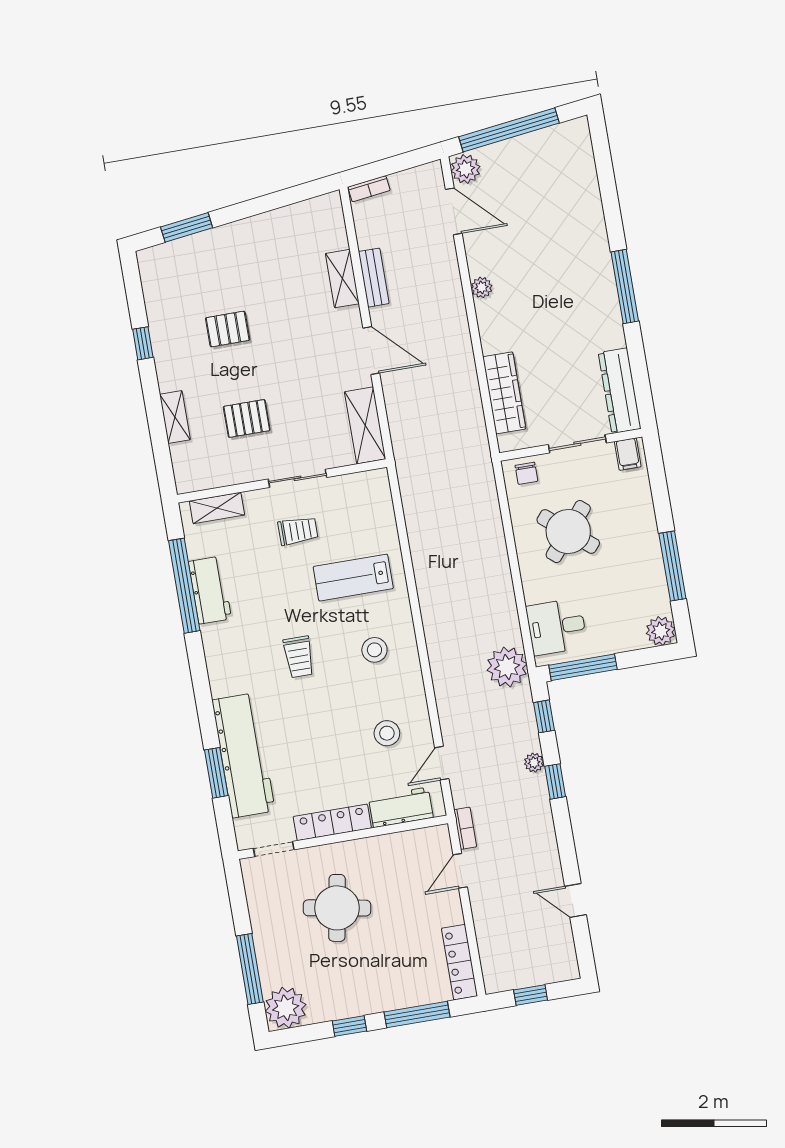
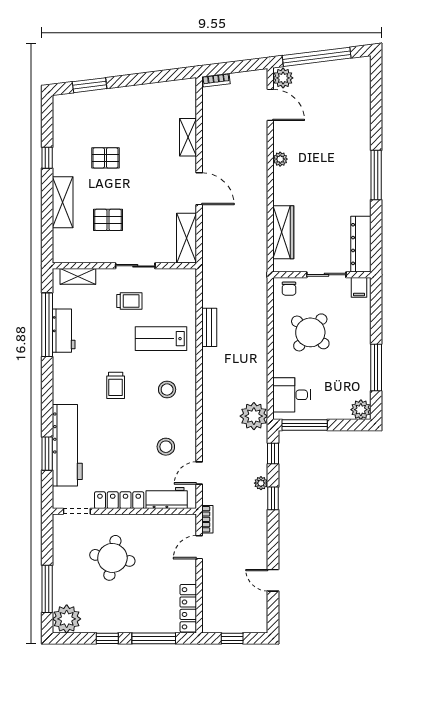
bench: (374, 278) -> (209, 327), moved
shelving: (175, 417) -> (63, 202), width x1.50, depth x1.33

